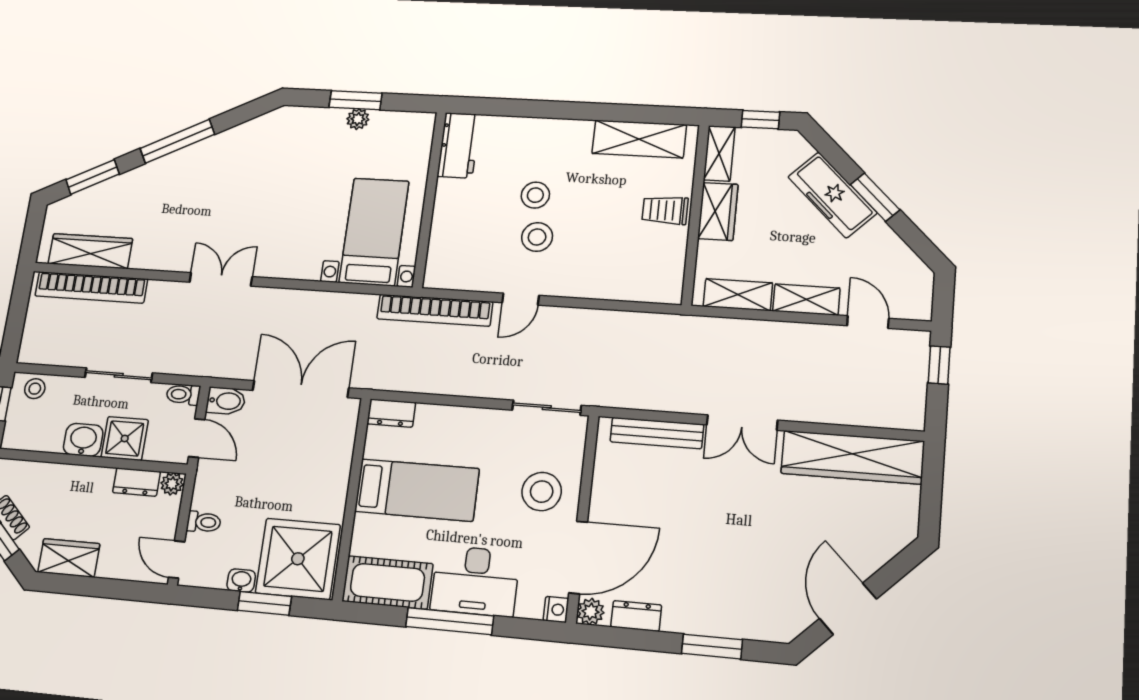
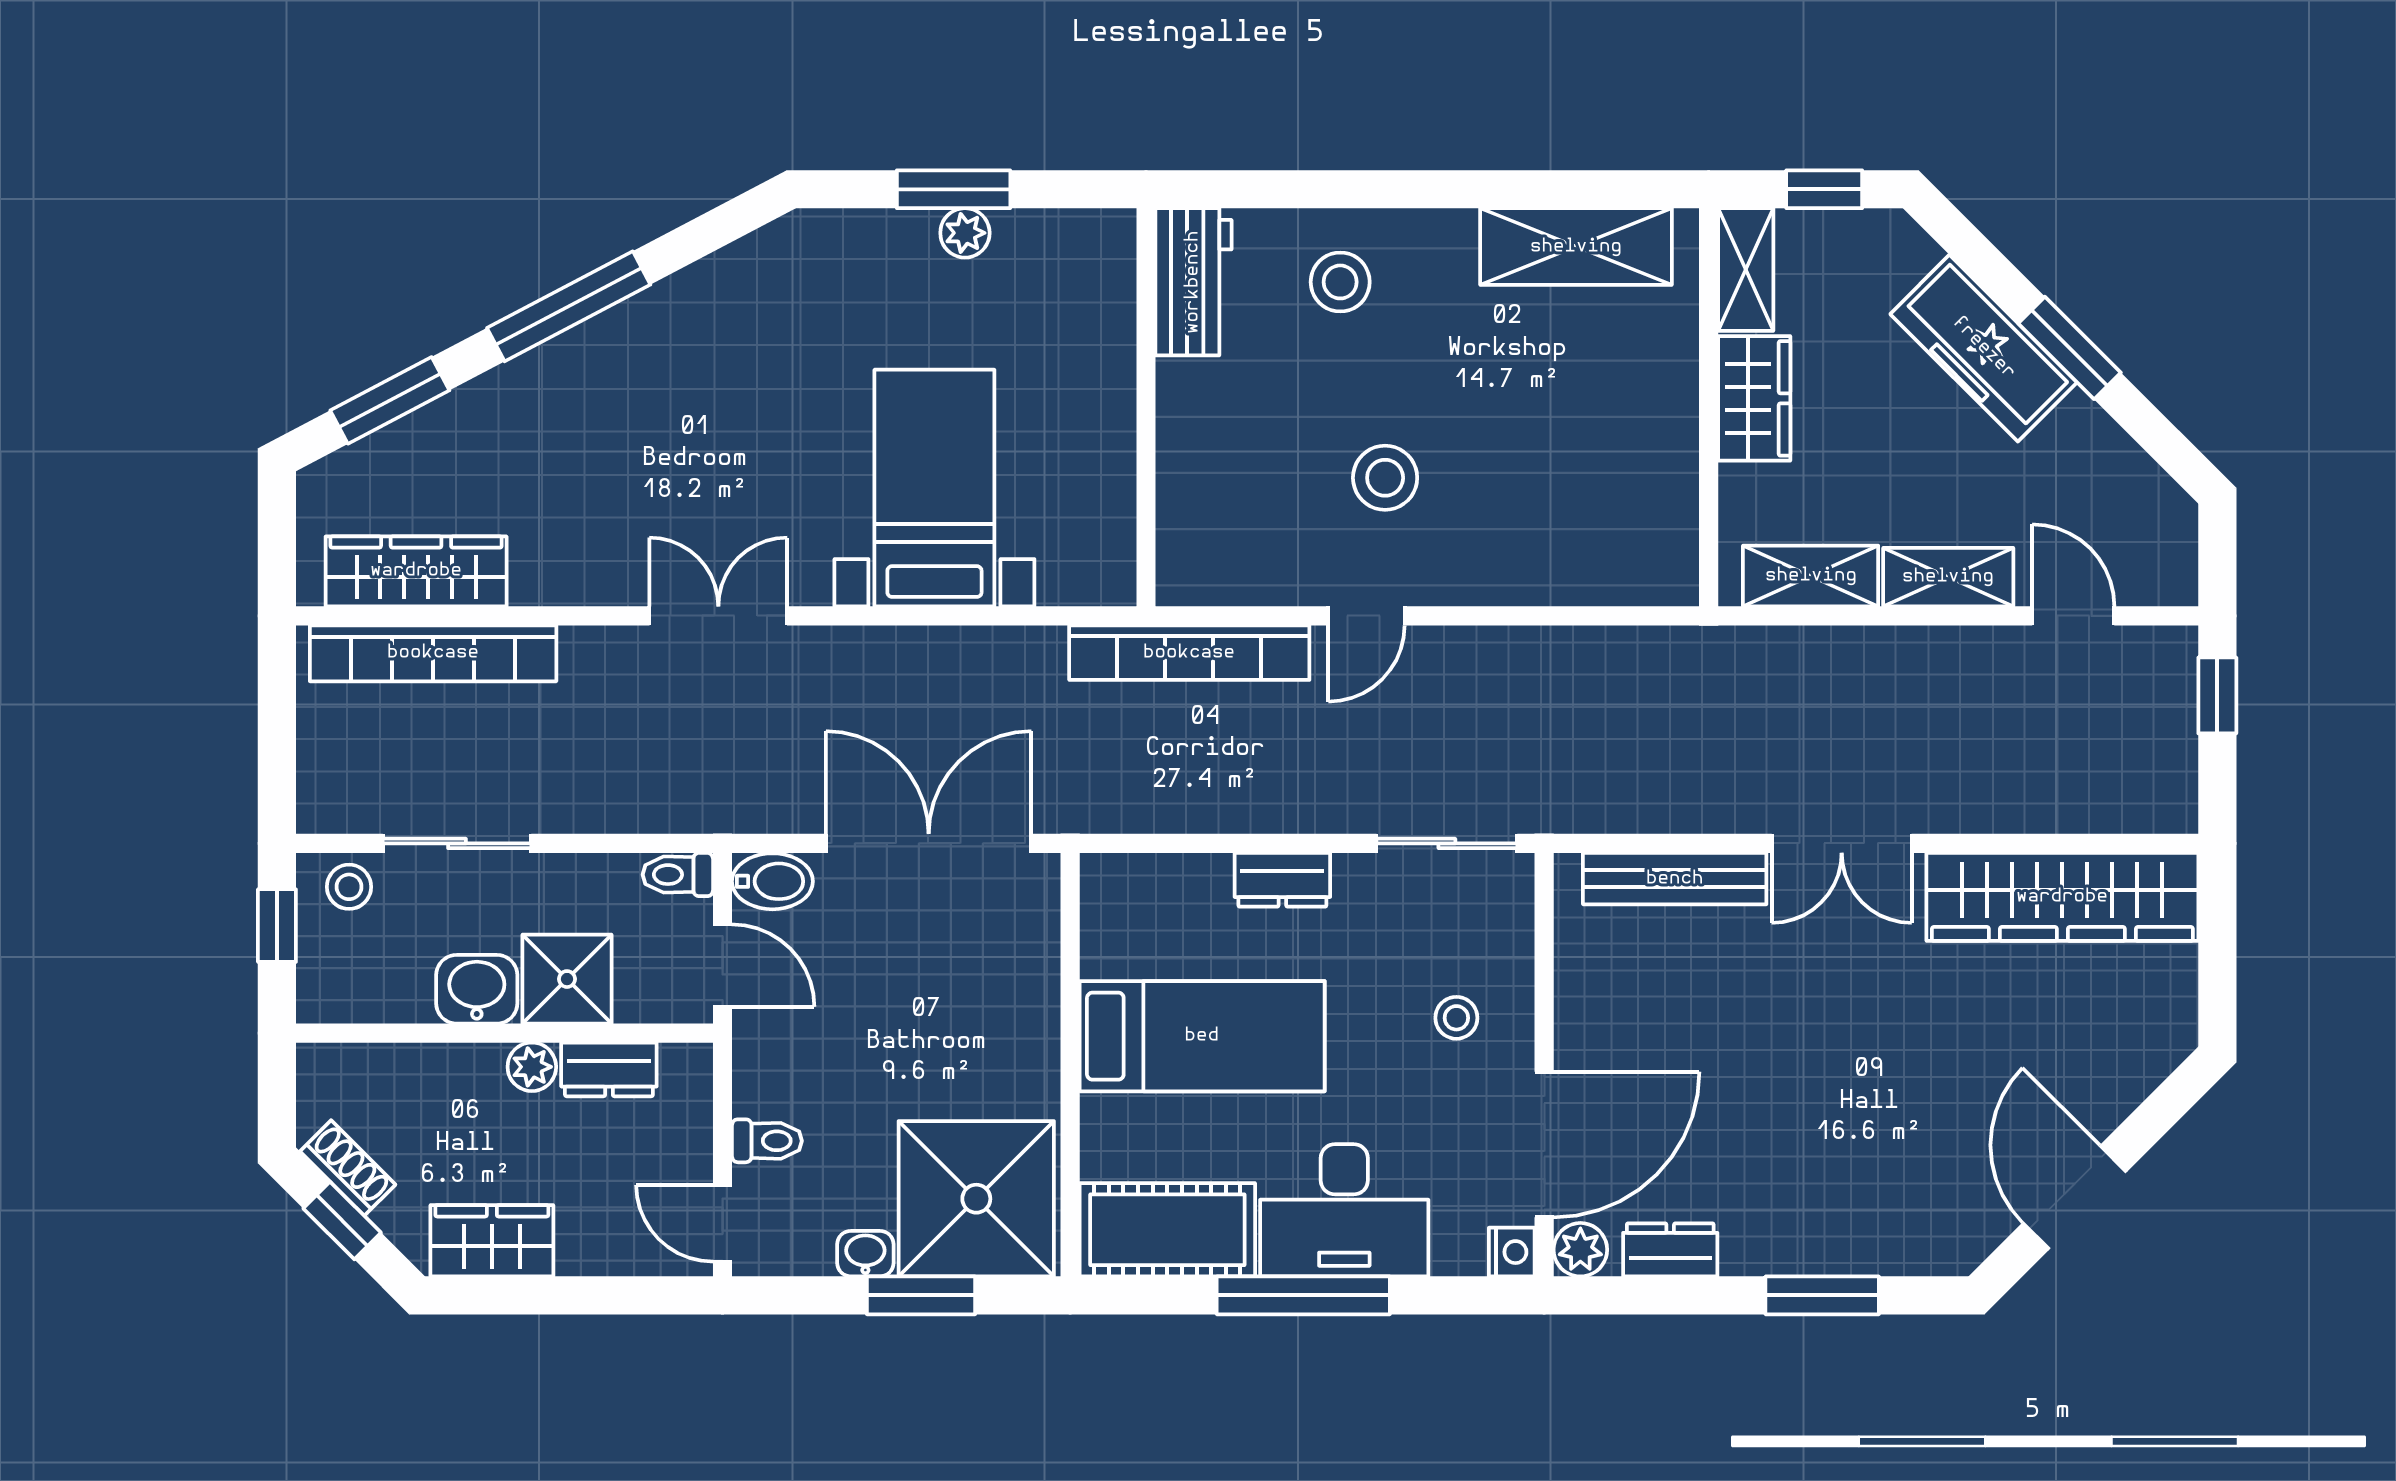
stool: (535, 195) -> (1340, 282), moved
trolley: (665, 210) -> (1645, 402), removed
bed with nightstands: (374, 232) -> (934, 488), moved
sliding door: (119, 375) -> (457, 843), moved
dresser: (391, 413) -> (1282, 880), moved
plant: (172, 484) -> (532, 1067), moved
stool: (542, 492) -> (1456, 1018), width x0.53, depth x0.53

